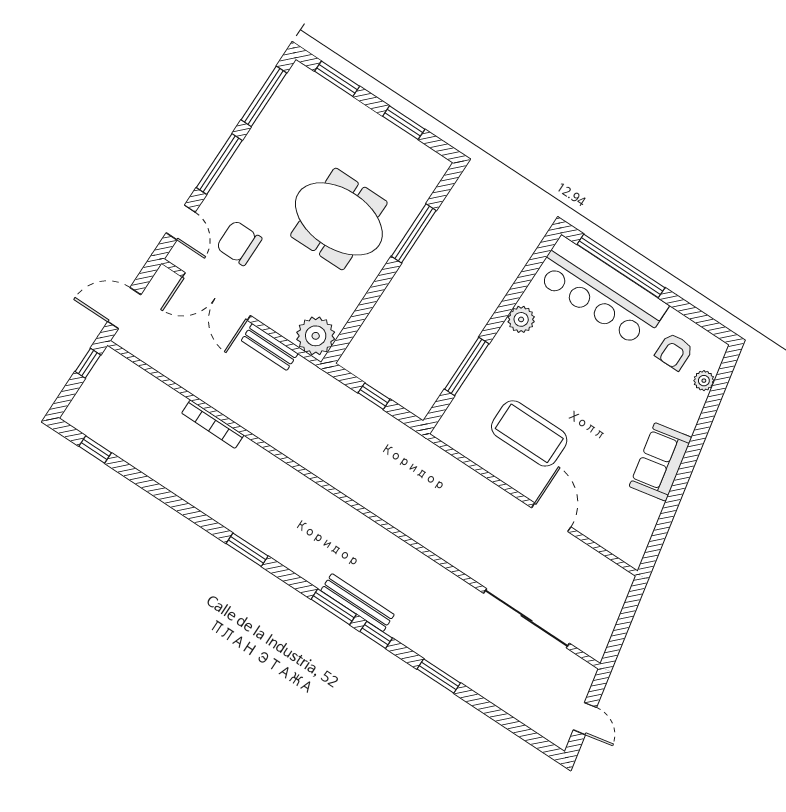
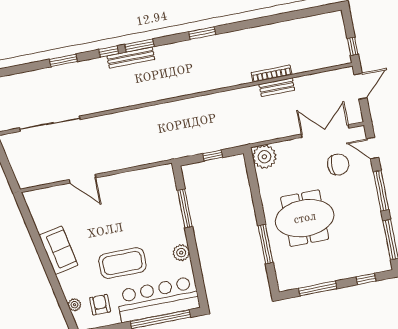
window: (337, 79) -> (366, 279), width x0.67
window: (404, 123) -> (318, 288), width x1.44
bench: (270, 347) -> (277, 87), moved
coffee table: (529, 433) -> (122, 263), moved
window: (95, 450) -> (312, 12), removed

